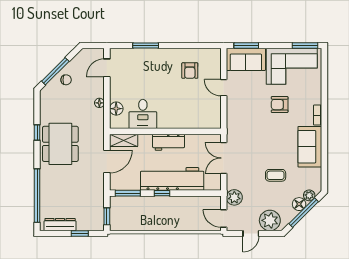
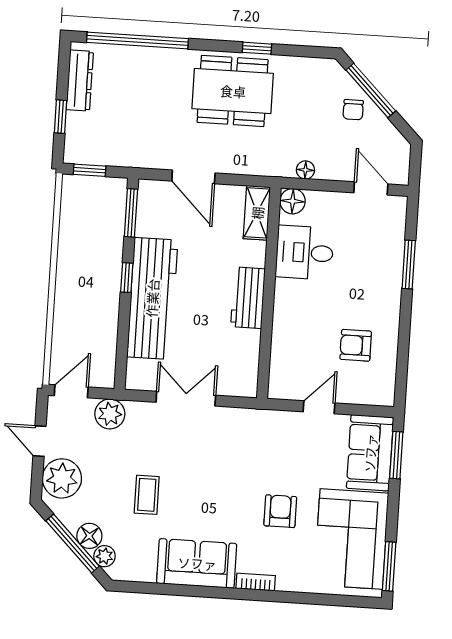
desk: (143, 114) -> (305, 253), moved
wall: (165, 131) -> (269, 293), moved
shelving: (124, 140) -> (257, 213), moved
workbench: (169, 142) -> (248, 298), moved

